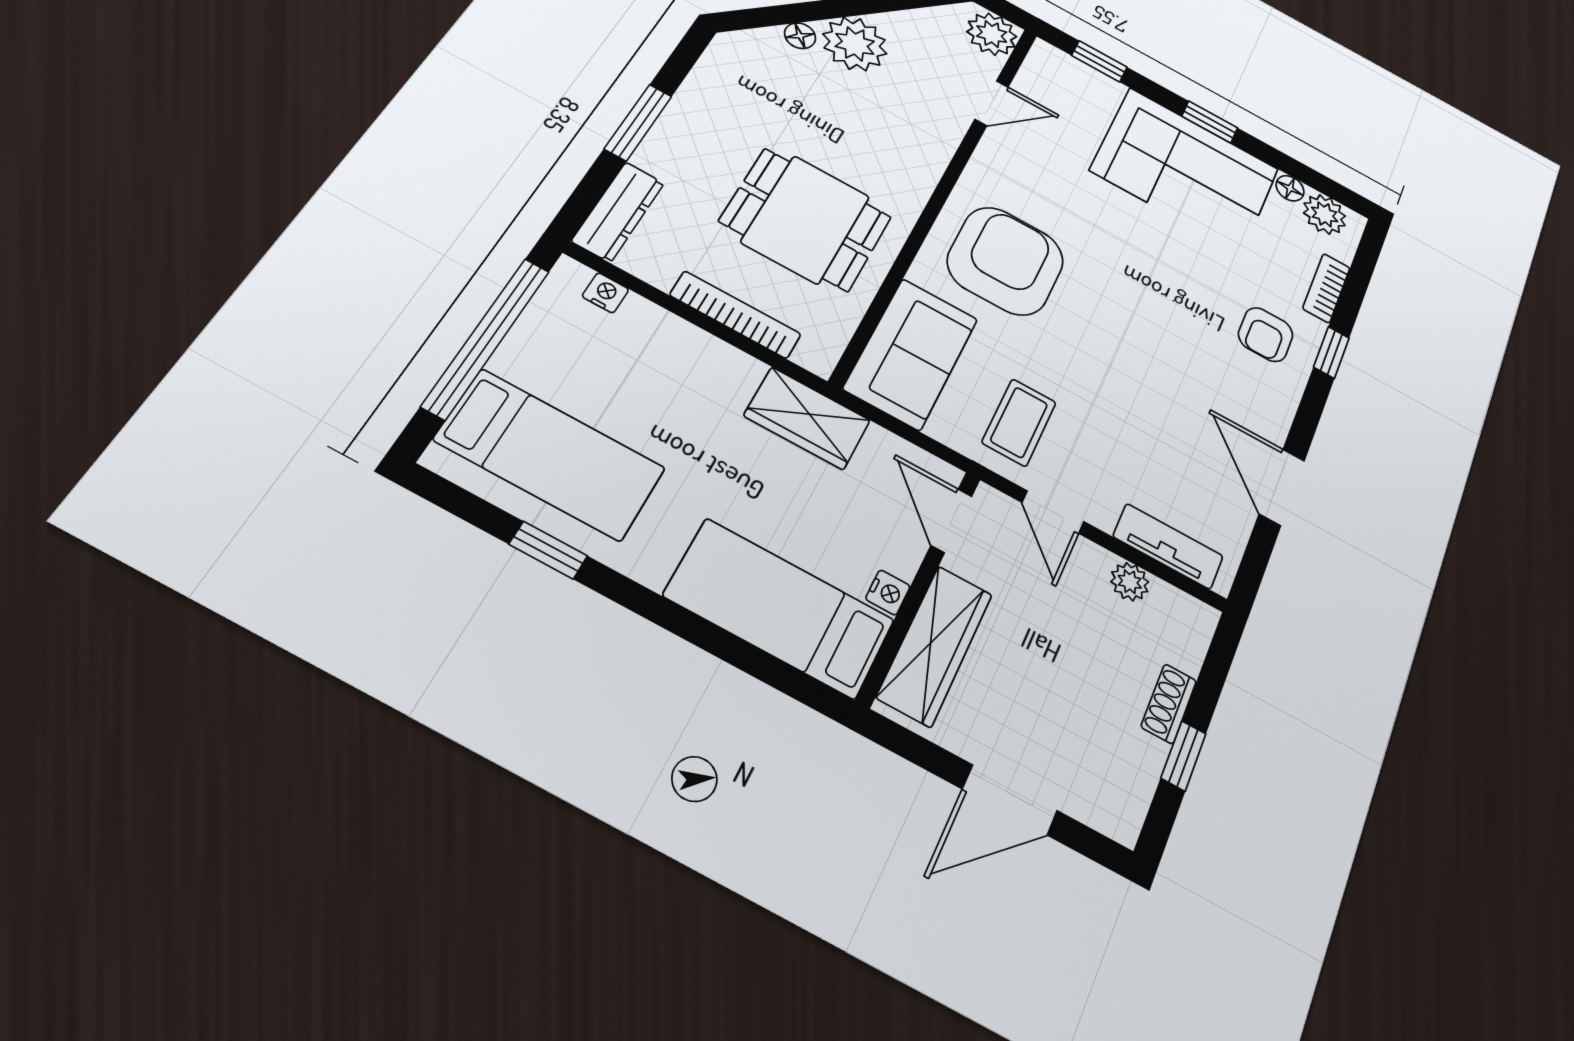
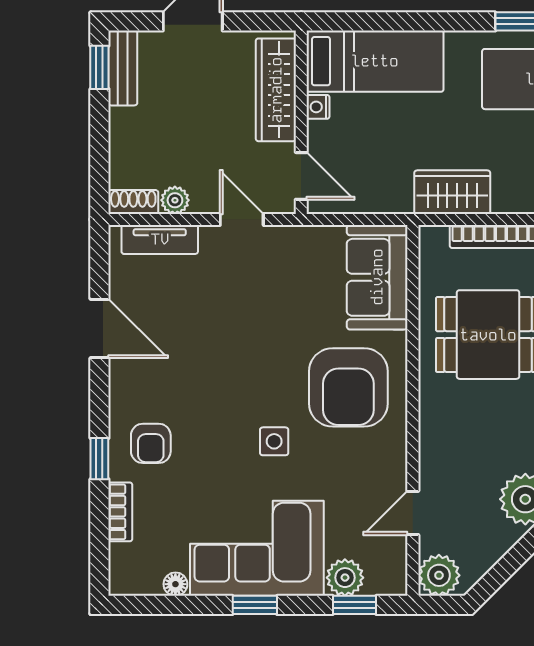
plant: (1325, 214) -> (345, 578), moved
side table: (1120, 257) -> (274, 441), added
armchair: (1266, 335) -> (151, 443), turned 180
wardrobe: (807, 418) -> (452, 192), moved
coffee table: (1019, 422) -> (289, 270), removed
shoe rack: (1169, 704) -> (133, 202), moved, turned -90
window: (1183, 756) -> (99, 67), moved
bench: (1133, 788) -> (123, 68), added

